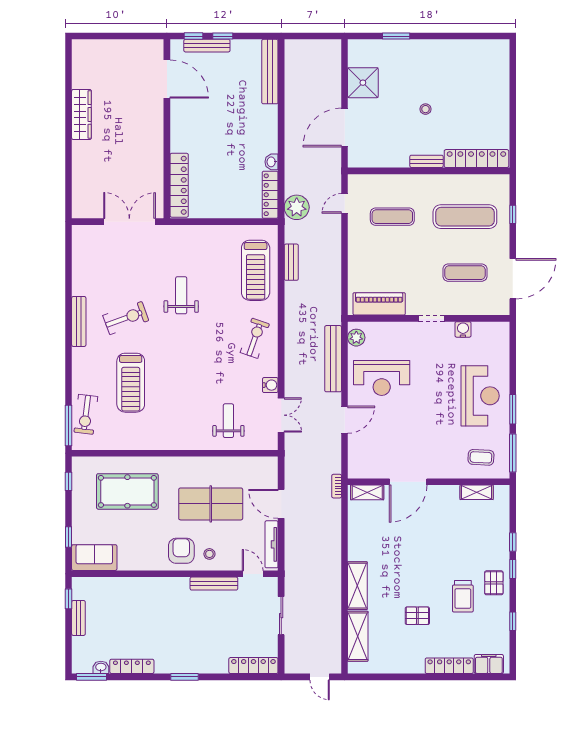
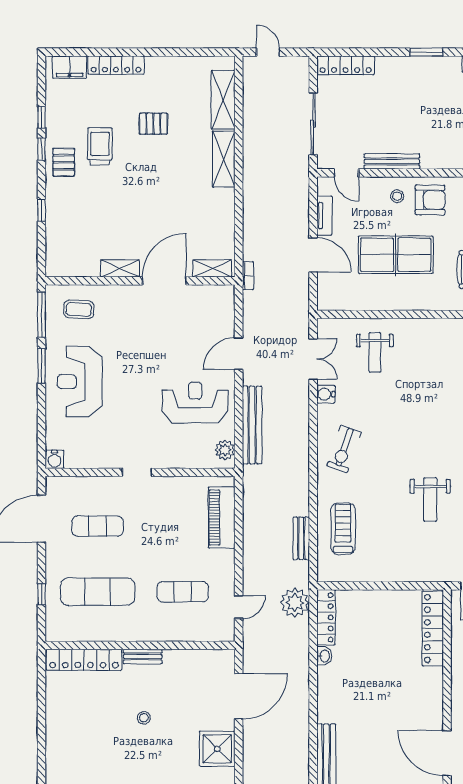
treadmill: (256, 270) -> (343, 529), width x0.73, depth x0.73
piano: (379, 304) -> (222, 518), moved, turned 90
water cooler: (463, 329) -> (54, 459), moved
double door: (281, 415) -> (313, 359), swing flipped
shelving: (477, 492) -> (120, 268), moved
tv unit: (272, 544) -> (324, 216), width x0.71
armchair: (181, 551) -> (430, 200), turned -90
window: (513, 569) -> (42, 149), moved
sliding door: (281, 616) -> (313, 124), width x1.37

